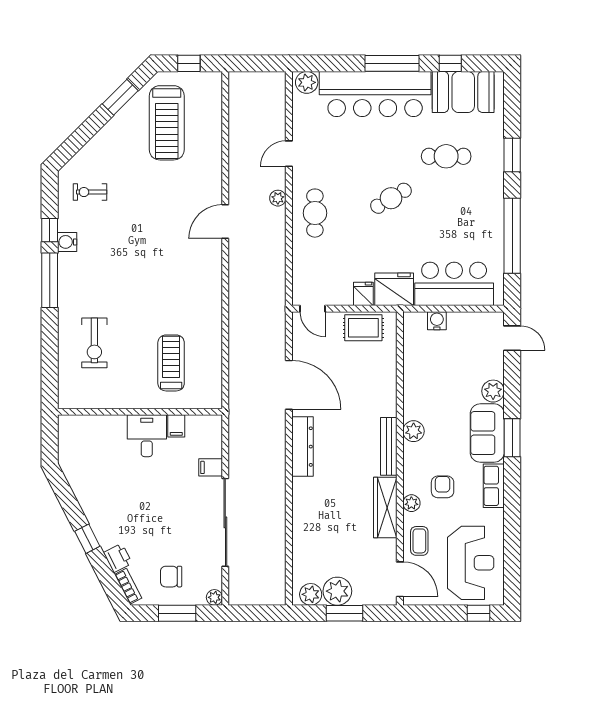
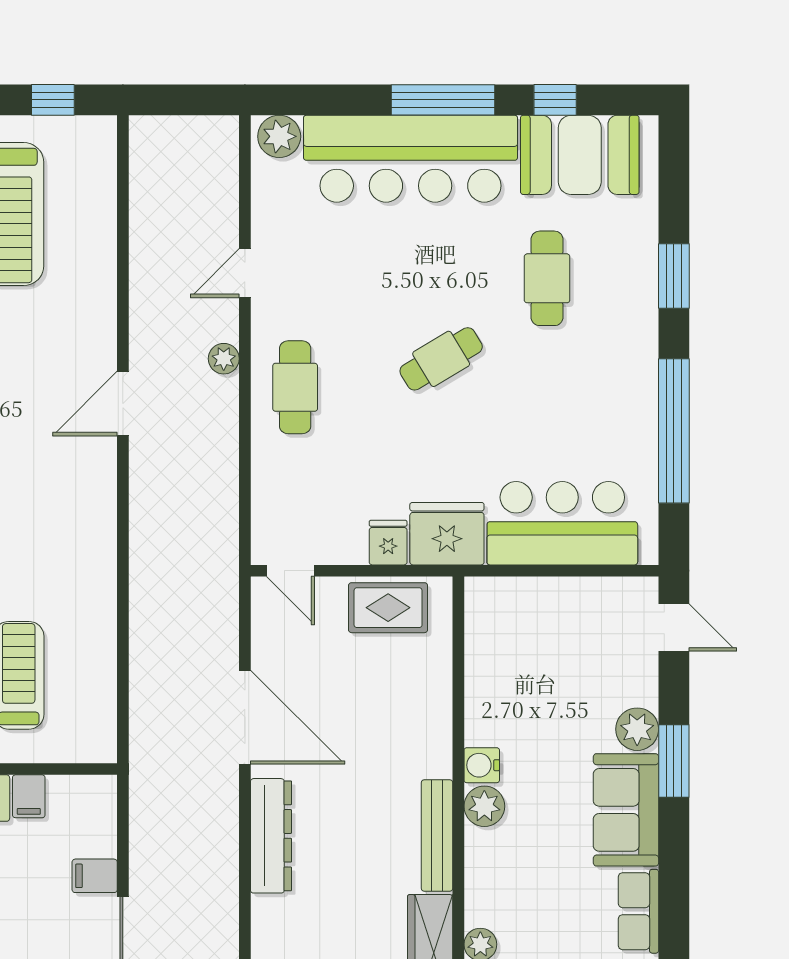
cafe table: (446, 156) -> (547, 278), turned 90
water cooler: (437, 321) -> (482, 765), moved, turned -90
window: (512, 438) -> (674, 761), moved
armchair: (443, 487) -> (540, 913), removed

